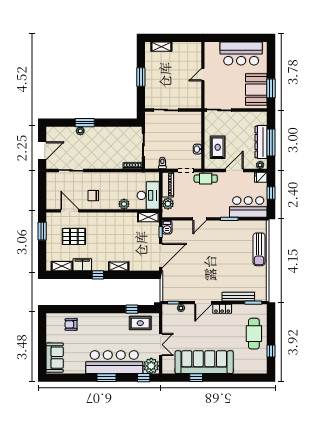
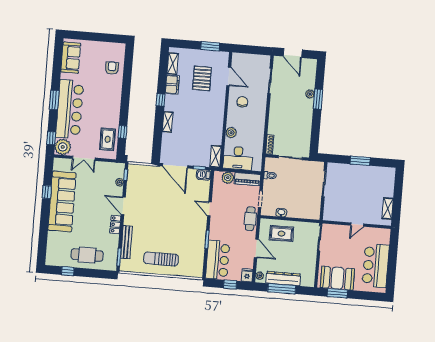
shelving: (161, 47) -> (388, 209), moved
door: (203, 75) -> (357, 225), swing flipped
door: (70, 211) -> (229, 76), hinge flipped
sun lounger: (259, 249) -> (161, 259), moved
sofa: (55, 358) -> (71, 58), moved, turned -90

